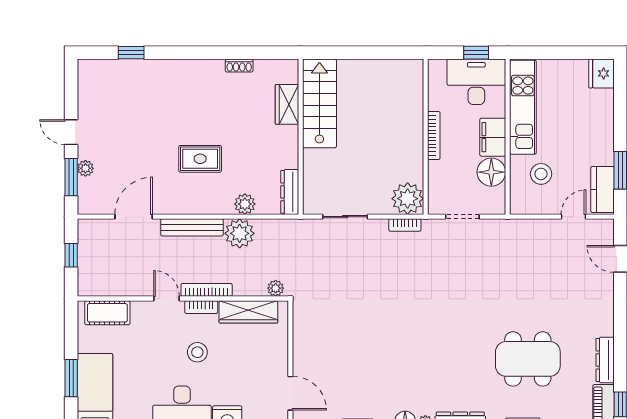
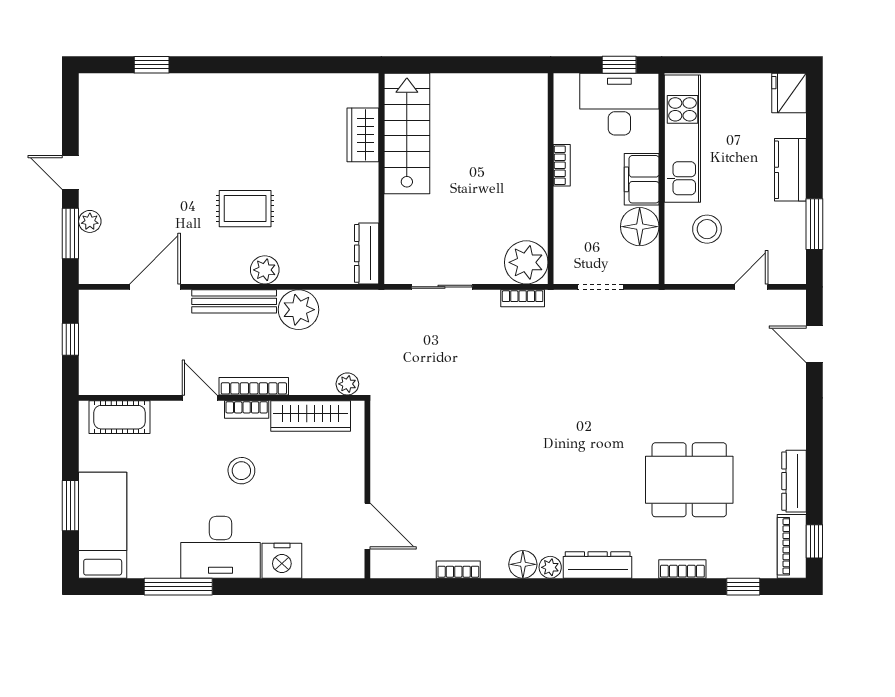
shoe rack: (239, 65) -> (298, 82), removed
bookcase: (434, 135) -> (562, 165), width x0.64
kitchen counter: (603, 189) -> (790, 170), moved
plant: (245, 204) -> (265, 270), moved

